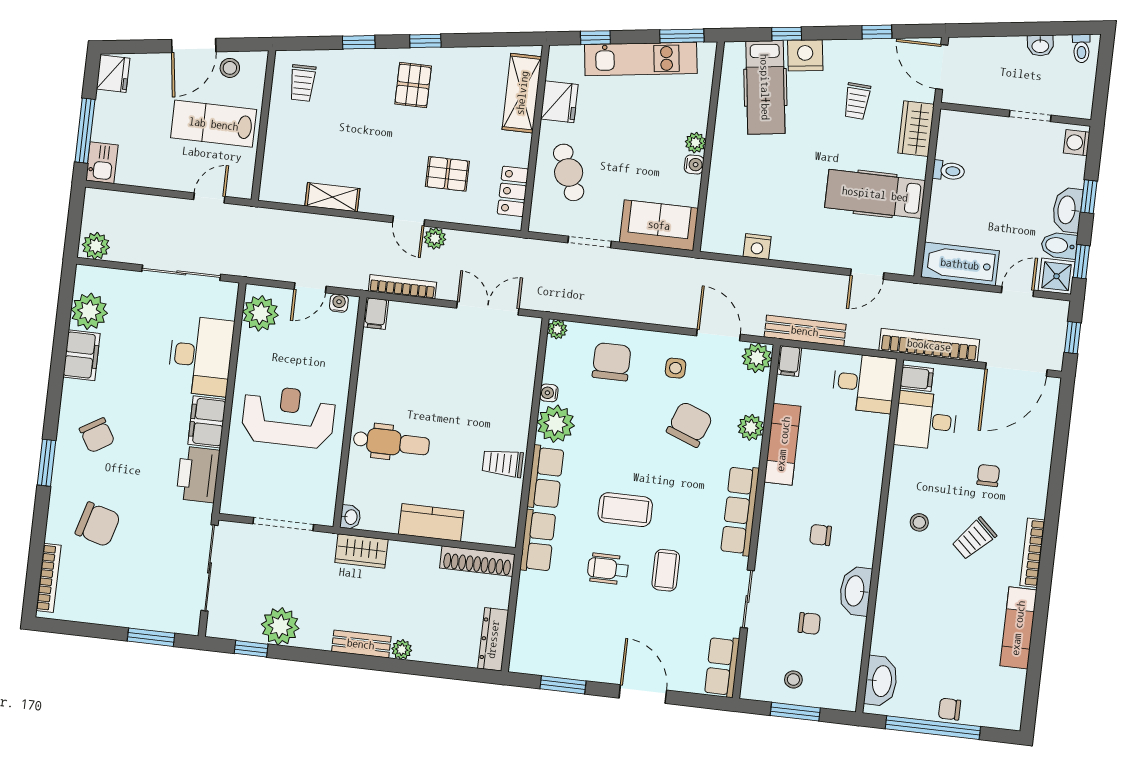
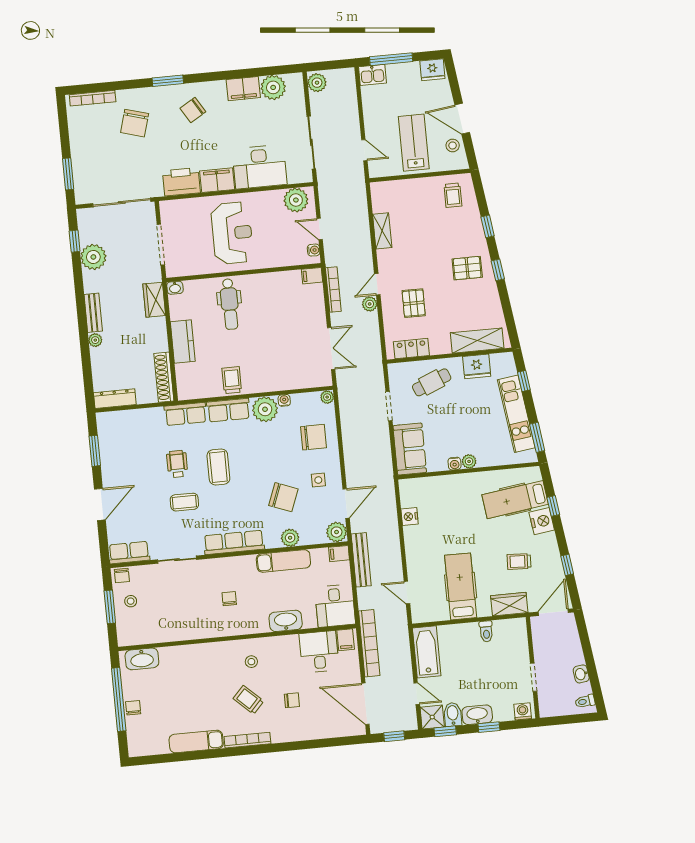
trolley: (302, 83) -> (453, 195), turned -90
washbasin: (855, 591) -> (286, 621), moved
chair: (809, 623) -> (122, 576), moved

